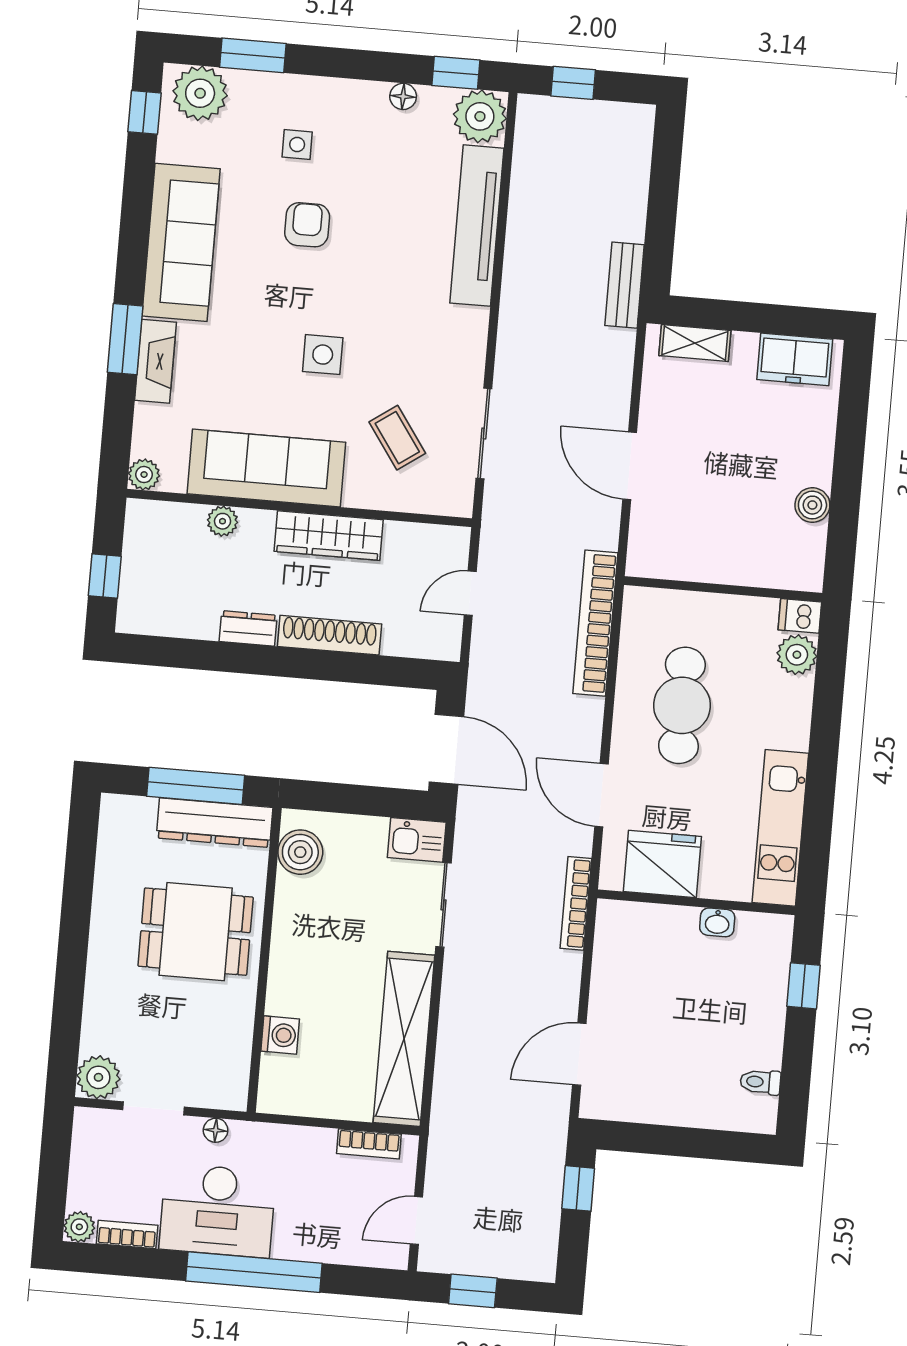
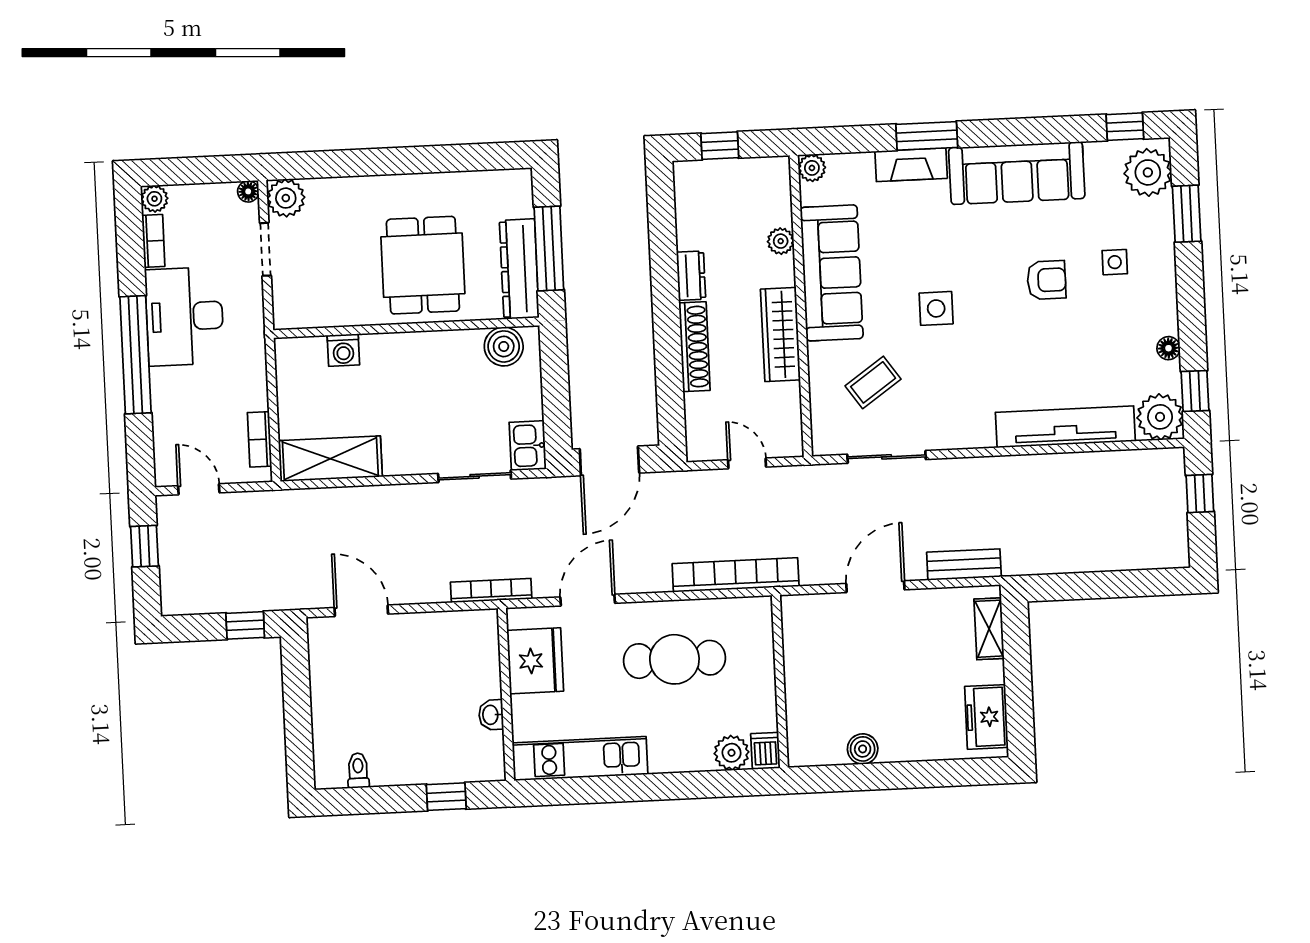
bench: (625, 285) -> (964, 564), moved
shelving: (404, 1039) -> (330, 459), width x0.68
floor lamp: (216, 1130) -> (248, 191), moved

